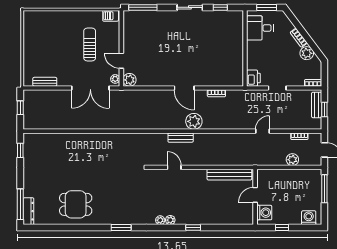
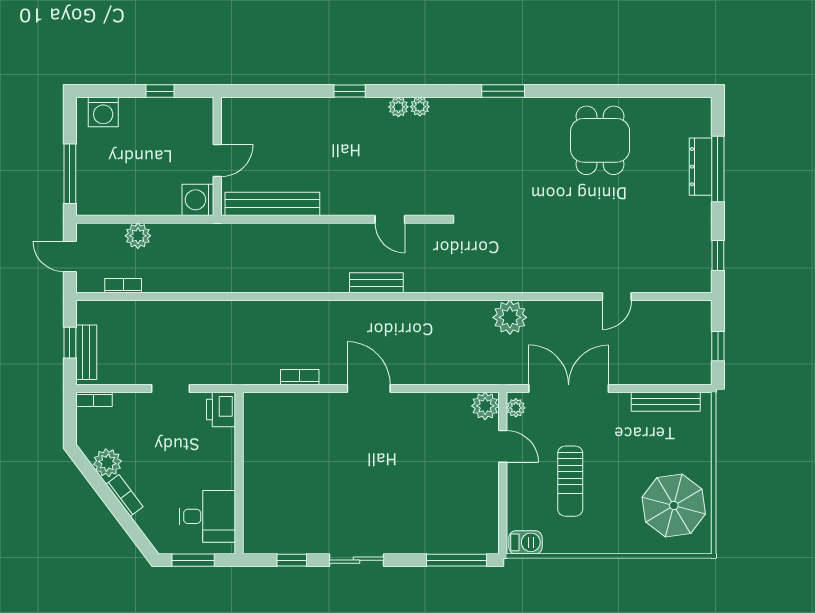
parasol: (41, 33) -> (674, 505), added
bench: (45, 82) -> (666, 402), width x1.36
plant: (194, 121) -> (510, 317), moved
door: (262, 131) -> (617, 297), moved
window: (20, 204) -> (718, 169), moved
dining table: (76, 204) -> (600, 140), turned 90
dresser: (28, 211) -> (701, 167), moved
washing machine: (264, 213) -> (198, 200), moved

